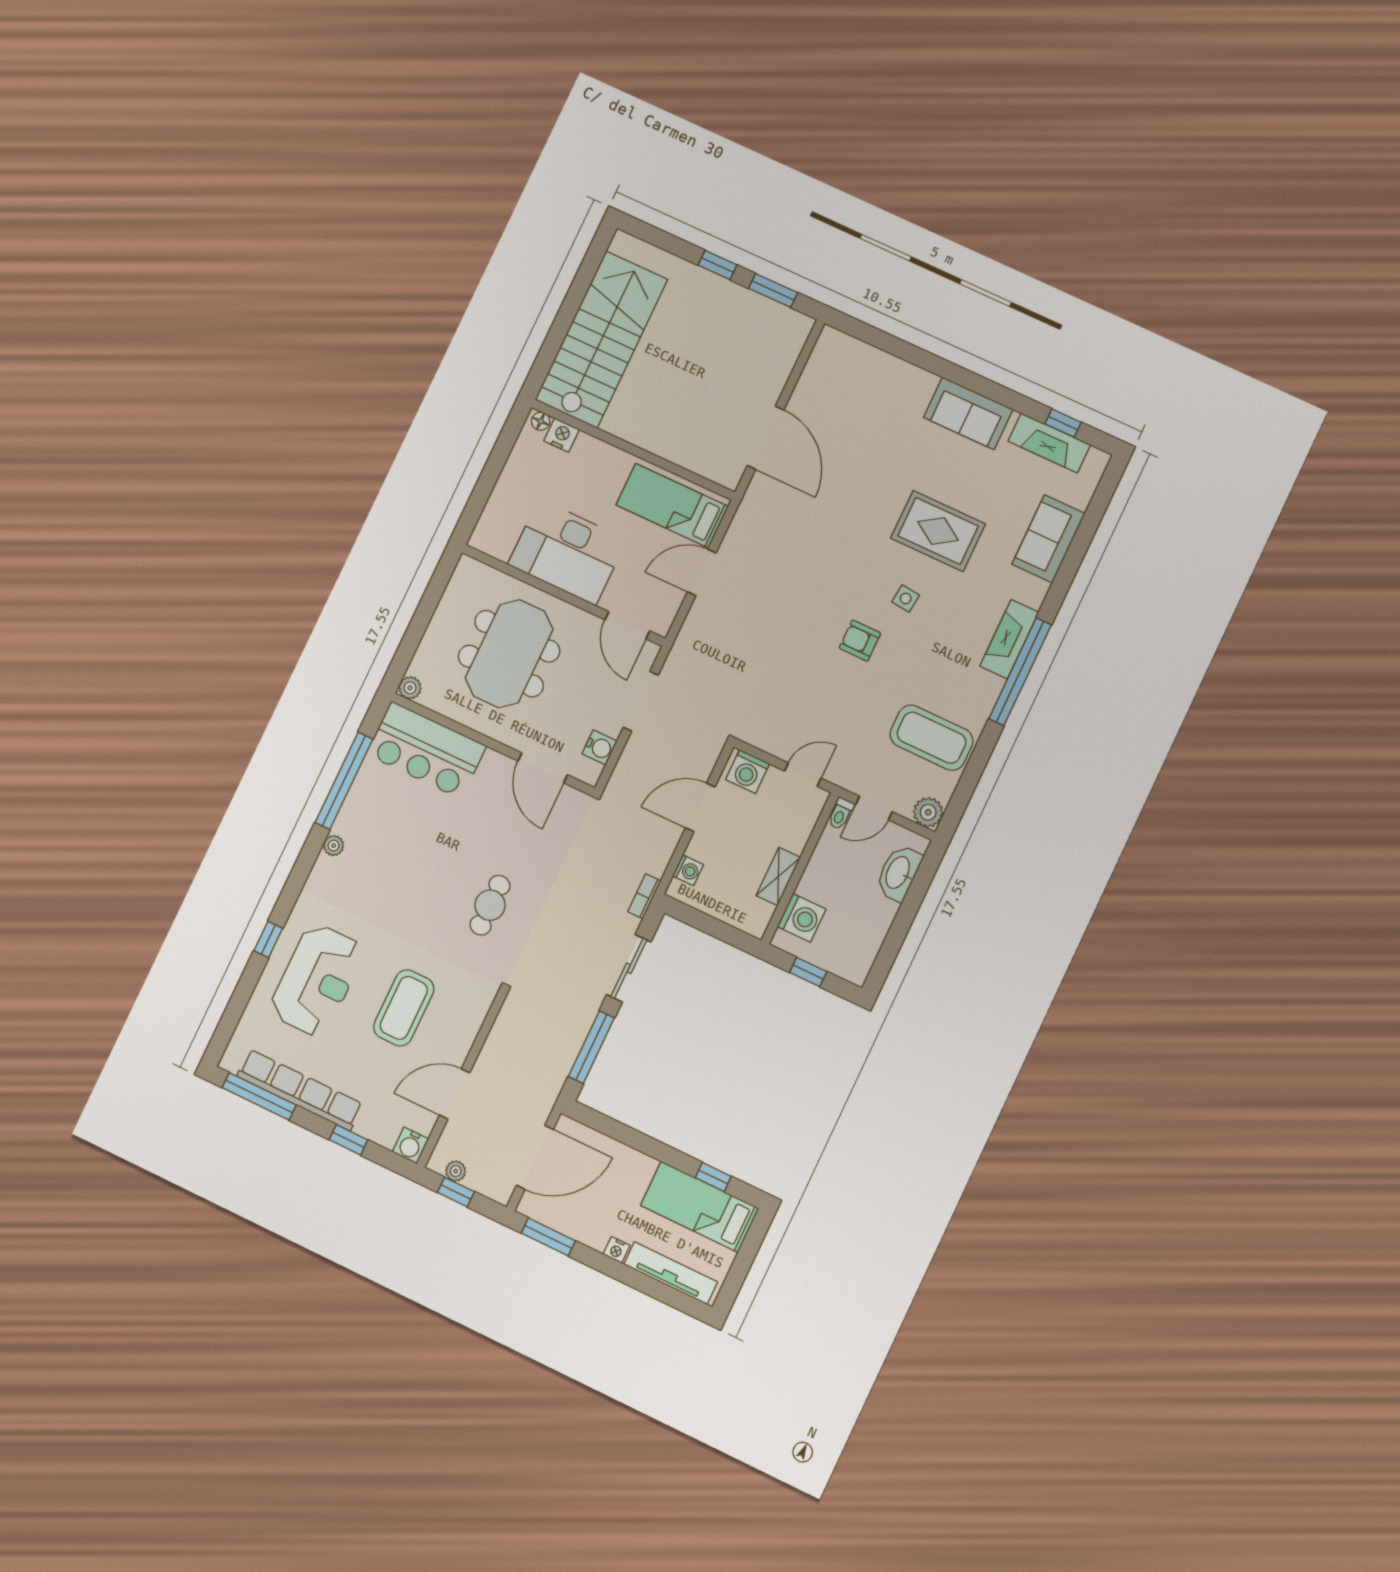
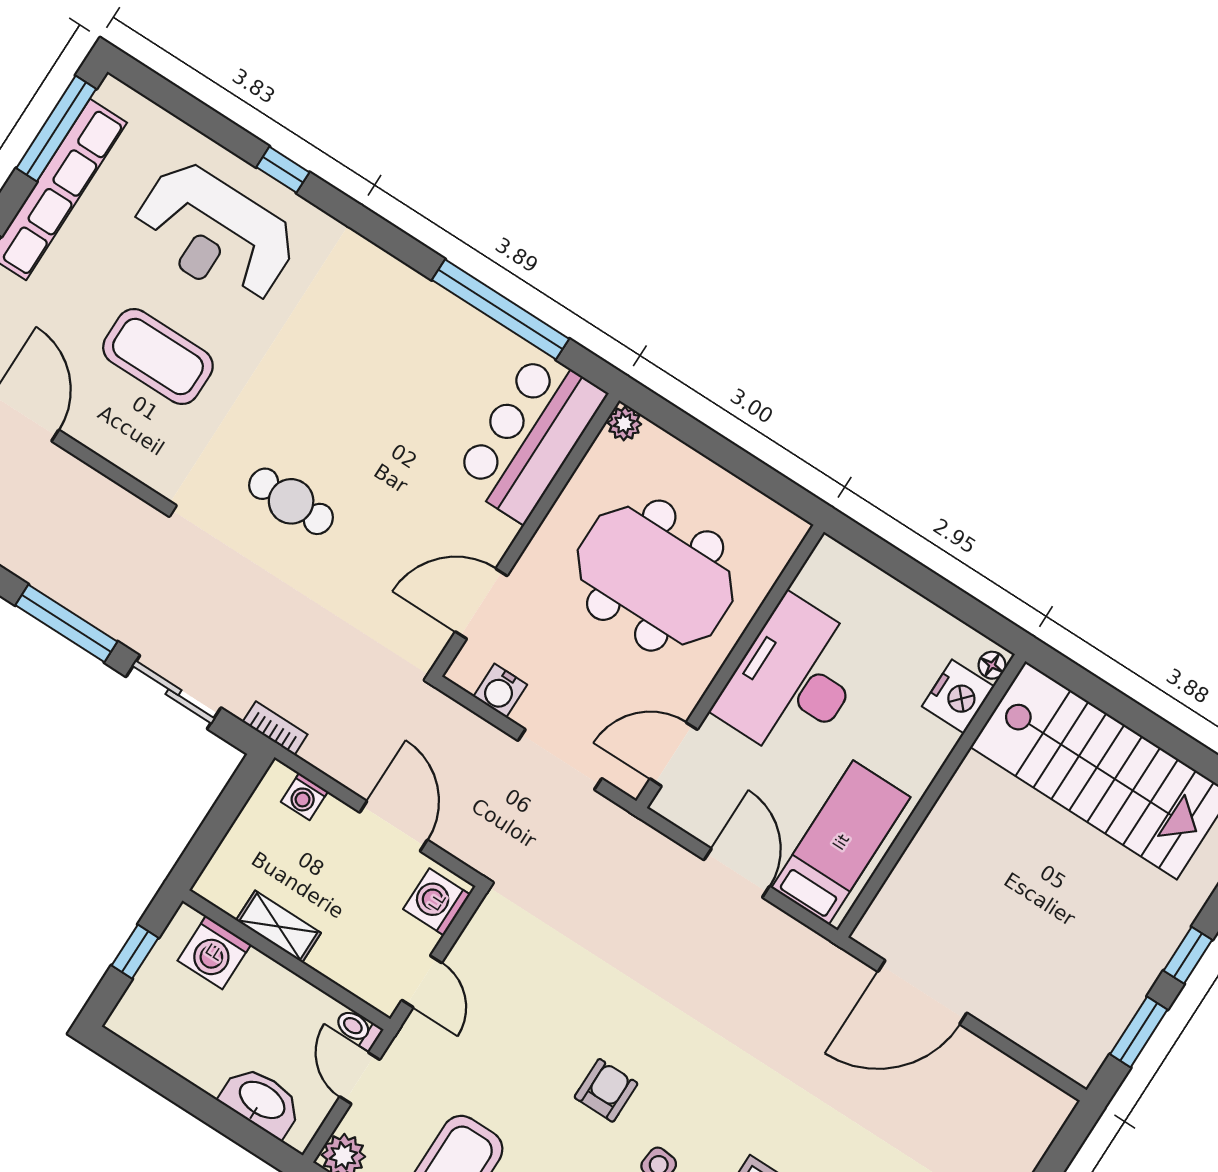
nightstand: (562, 435) -> (958, 696), width x1.36, depth x1.33
plant: (334, 846) -> (408, 282), removed

